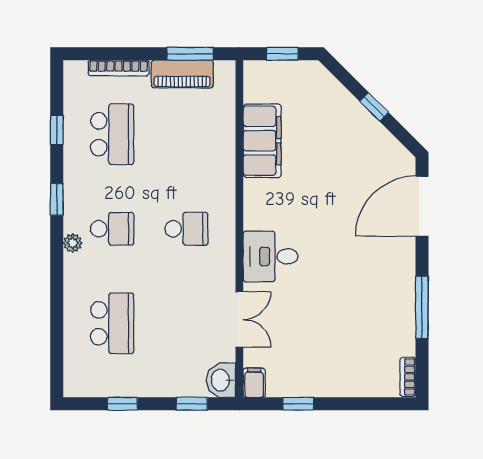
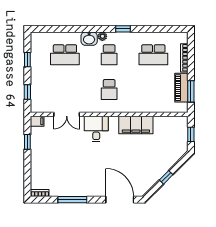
window: (57, 130) -> (155, 29), removed
filing cabinet: (262, 141) -> (136, 125), moved
washbasin: (221, 380) -> (89, 39), moved, turned 180

